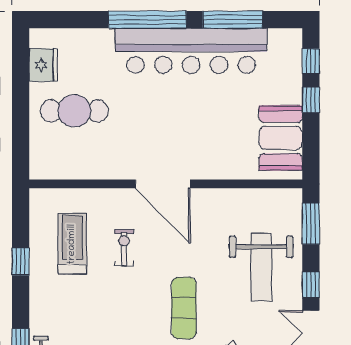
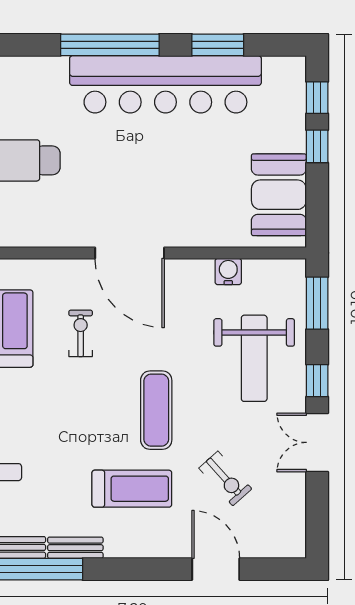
window: (232, 20) -> (218, 45), width x0.69
water cooler: (241, 199) -> (228, 272), added

